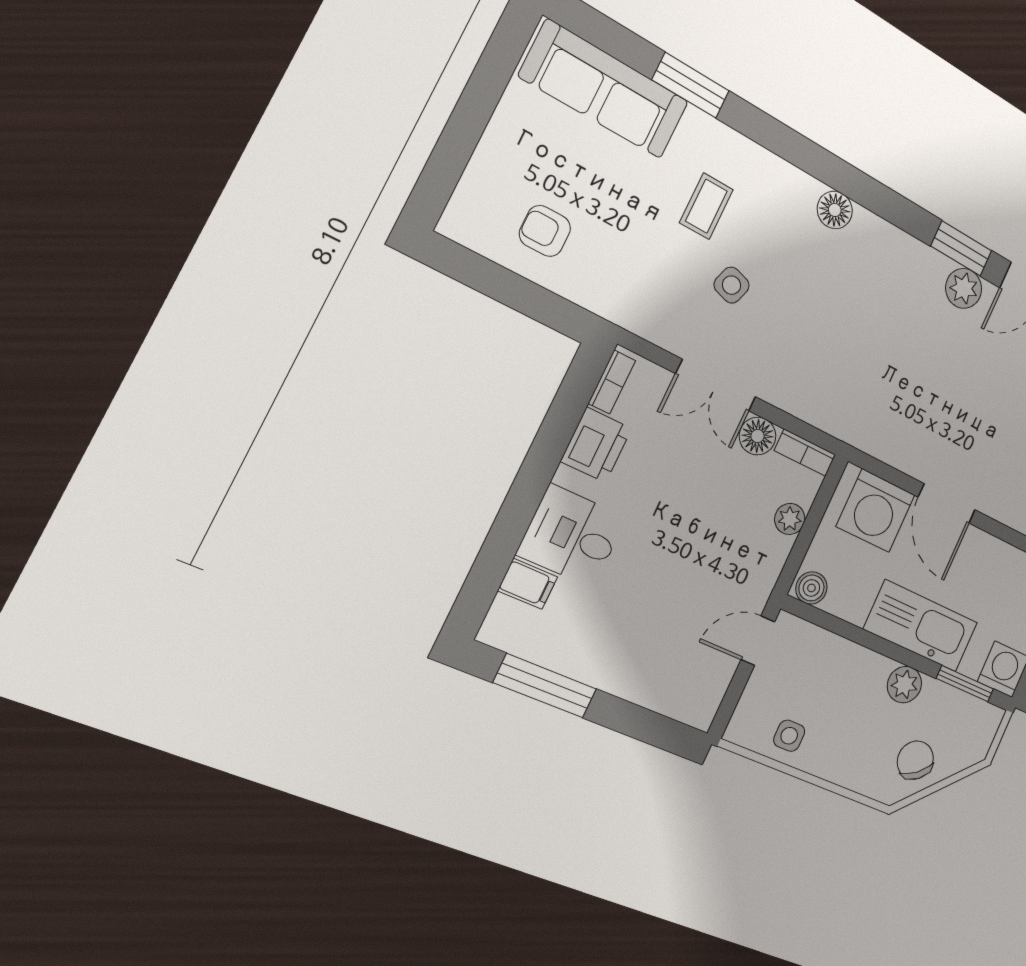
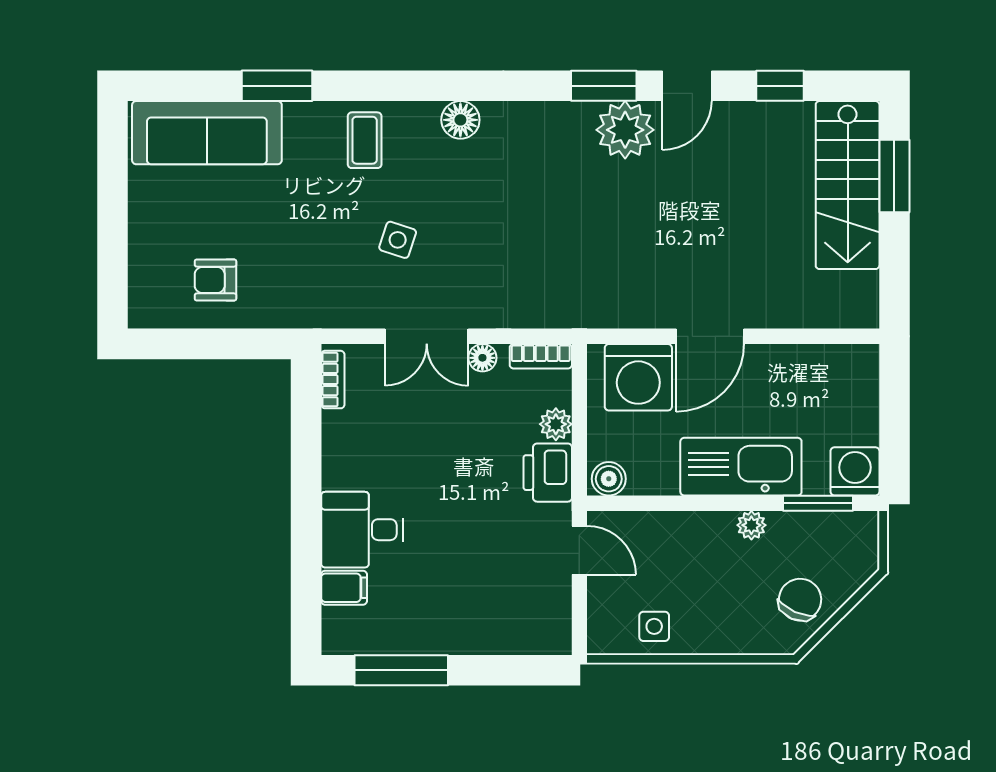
coffee table: (706, 206) -> (365, 140), moved
plant: (964, 288) -> (625, 130), width x1.36, depth x1.36
floor lamp: (758, 436) -> (482, 358), width x0.73, depth x0.73
printer: (596, 445) -> (548, 473), moved, turned 180
door: (947, 503) -> (710, 336), hinge flipped
door: (758, 641) -> (579, 550), swing flipped
plant: (904, 685) -> (751, 525), width x0.73, depth x0.73
chair: (915, 760) -> (800, 600), turned 60

